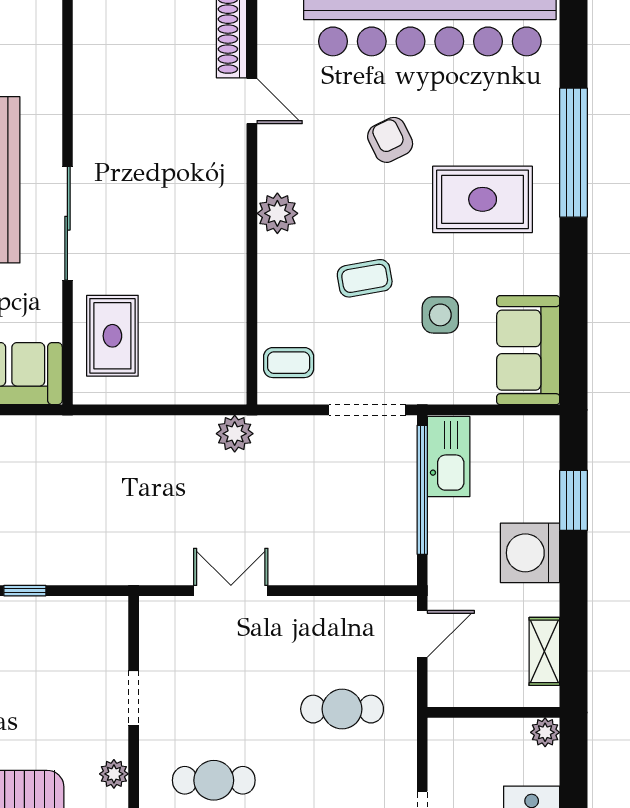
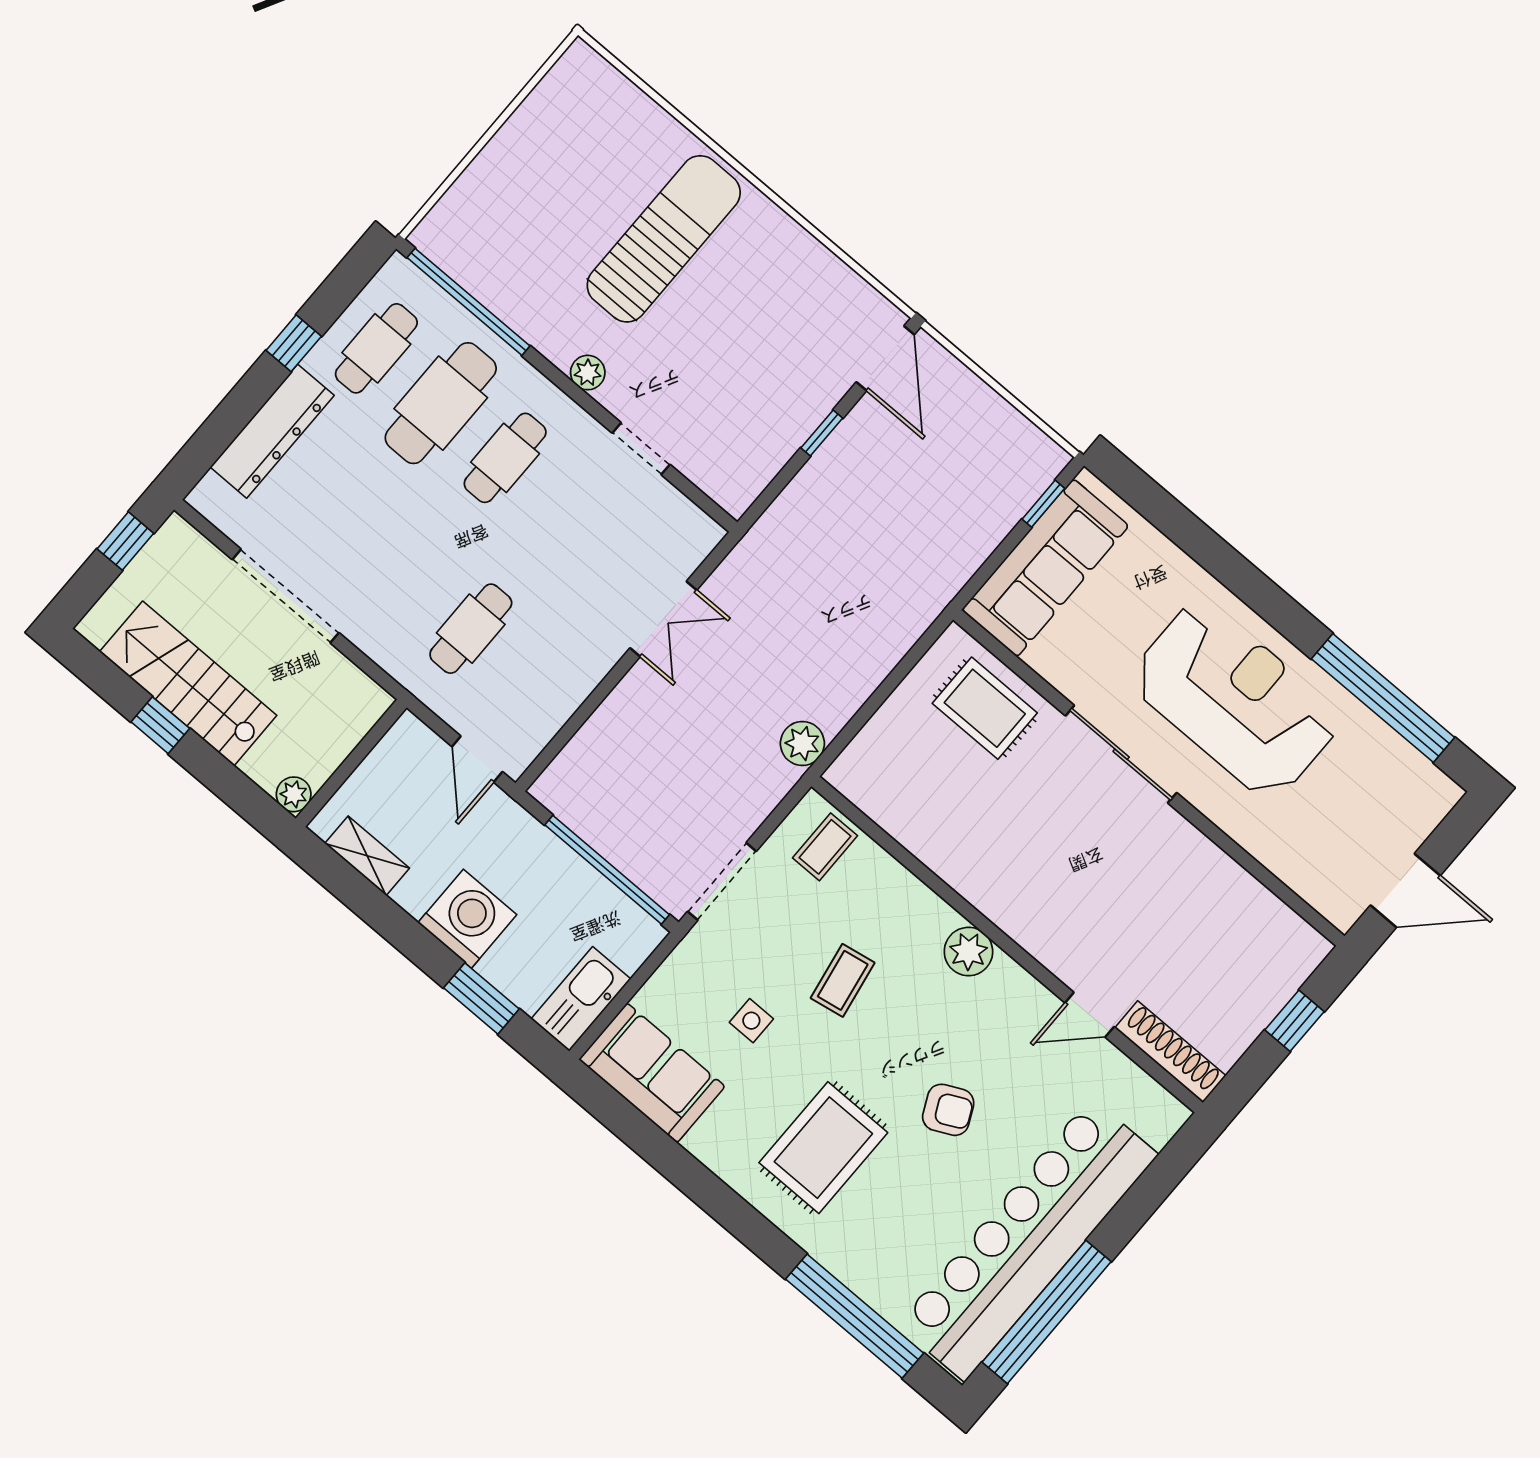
window: (574, 153) -> (855, 1316), moved
side table: (440, 315) -> (751, 1021), width x0.73, depth x0.73
kitchen sink: (449, 457) -> (581, 999), moved, turned 90

